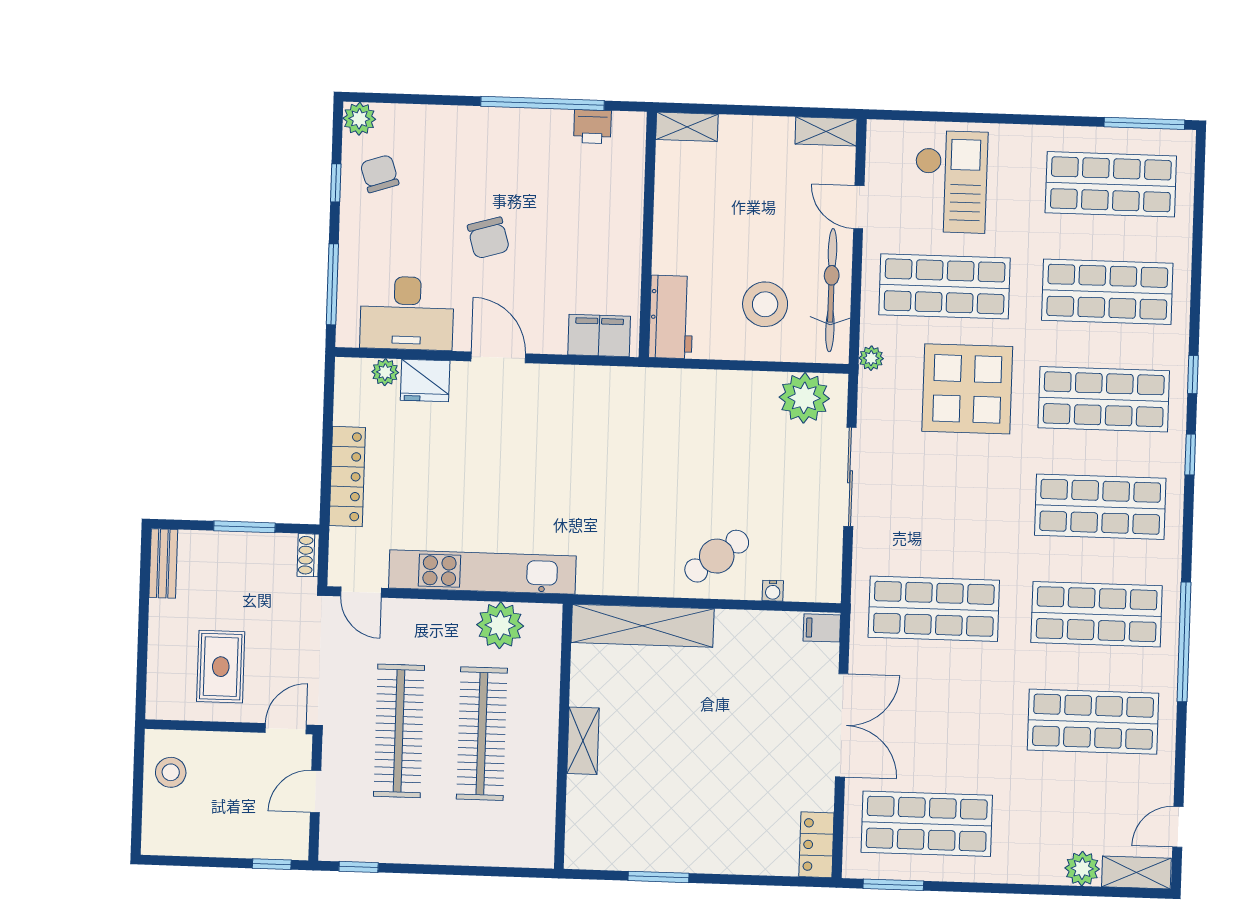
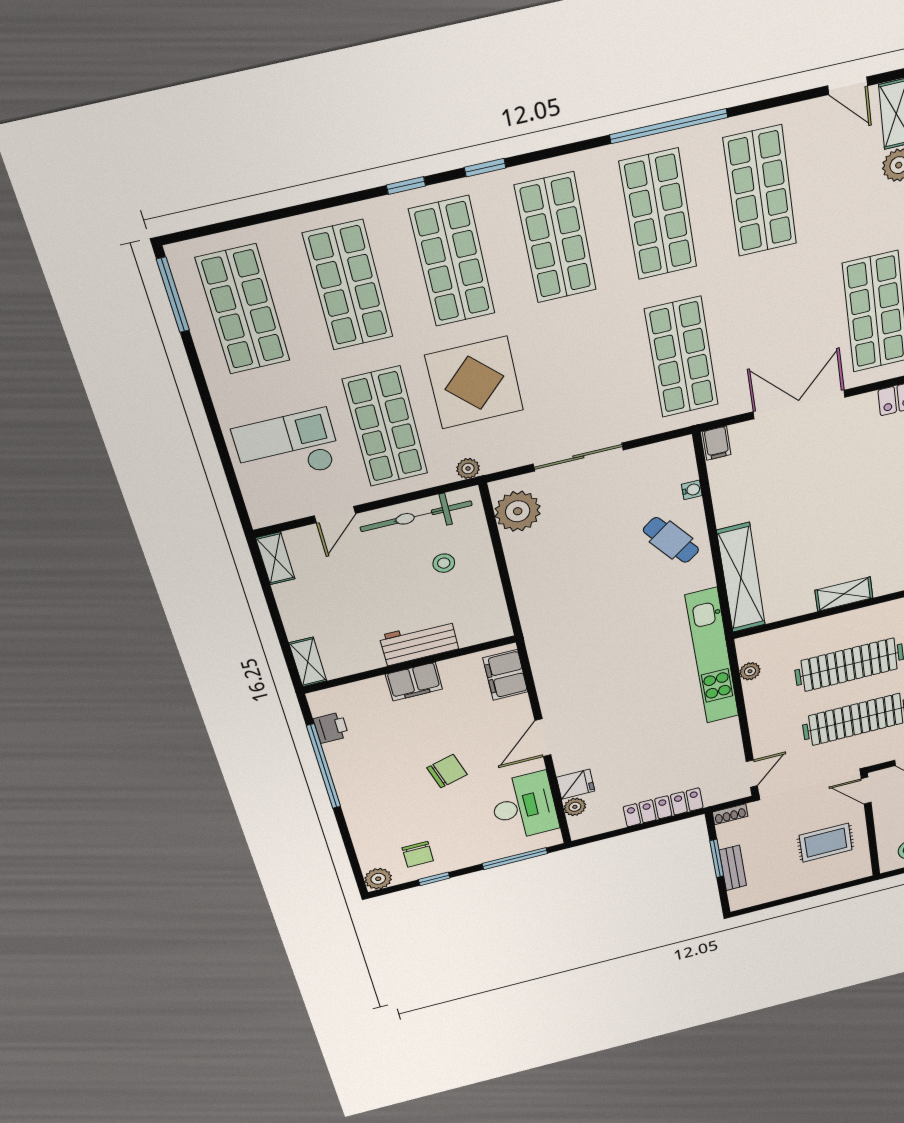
chair: (380, 174) -> (418, 854), turned -72
filing cabinet: (624, 233) -> (414, 682), added
stool: (765, 304) -> (444, 563), width x0.53, depth x0.53
workbench: (671, 317) -> (419, 642), moved
fridge: (425, 380) -> (576, 784), width x0.72
bench: (163, 563) -> (733, 868), moved, turned 90
kitchen unit: (482, 572) -> (712, 656), moved
plant: (500, 625) -> (750, 671), width x0.53, depth x0.53

